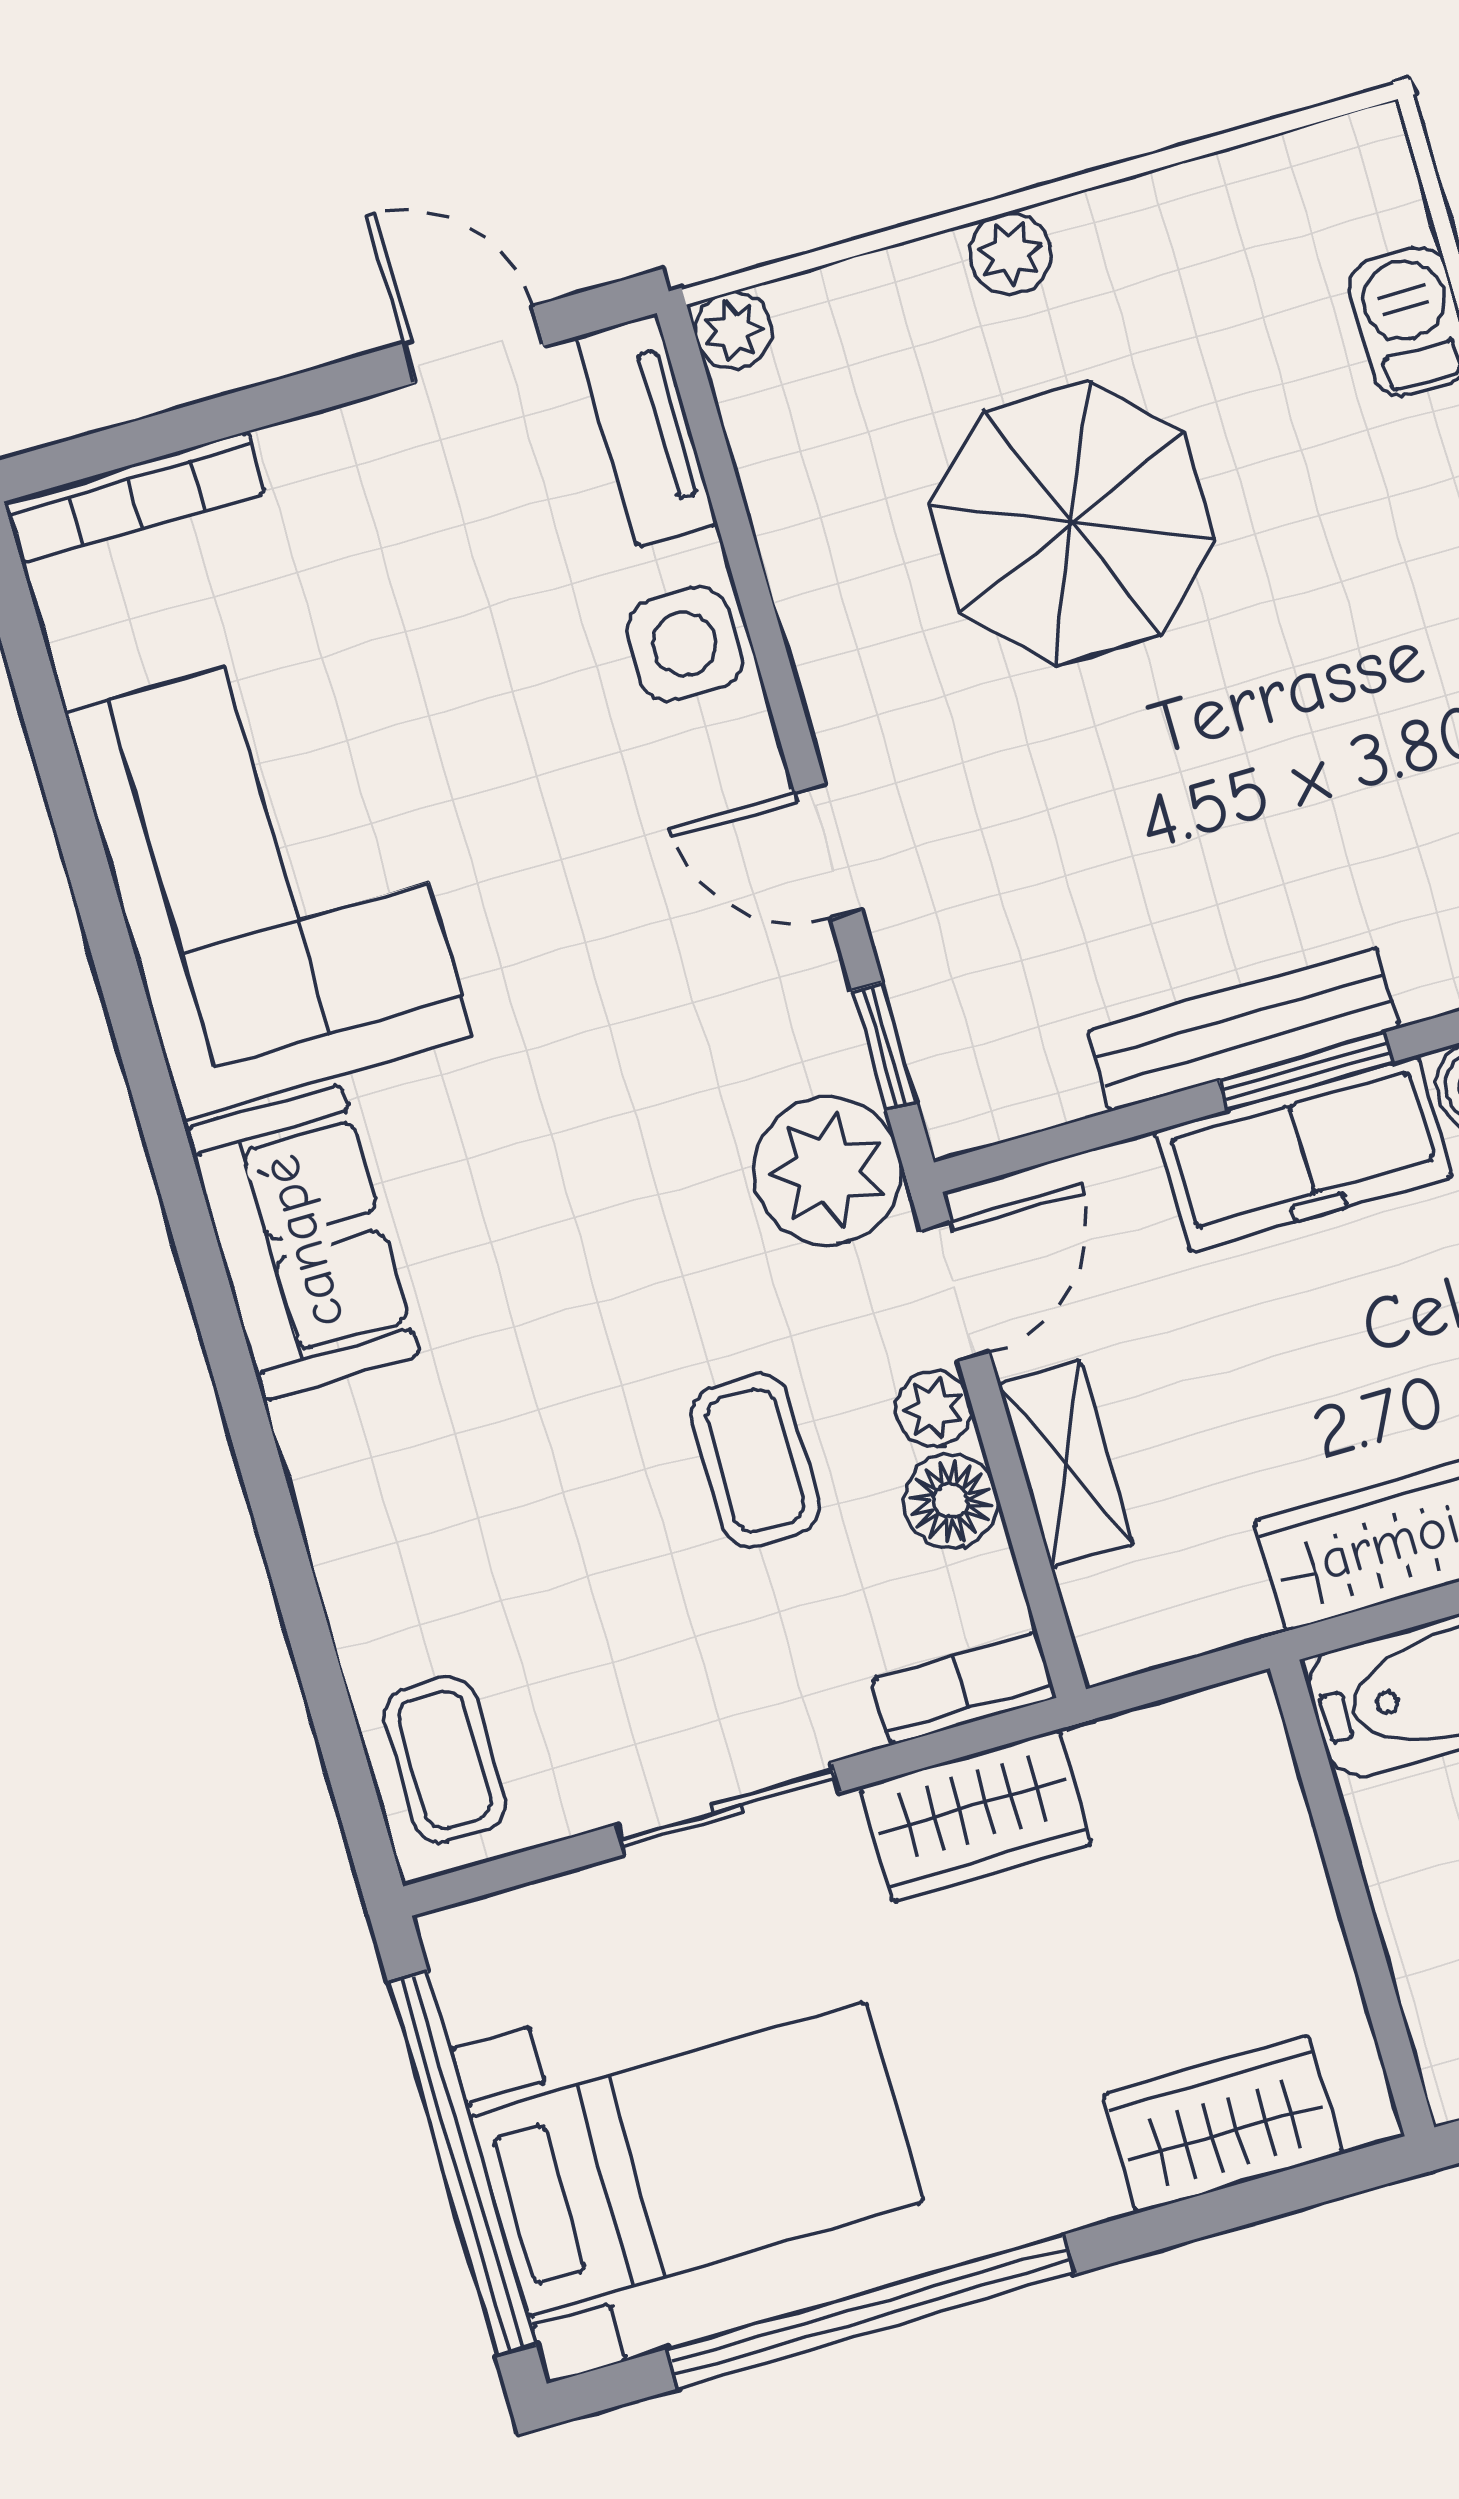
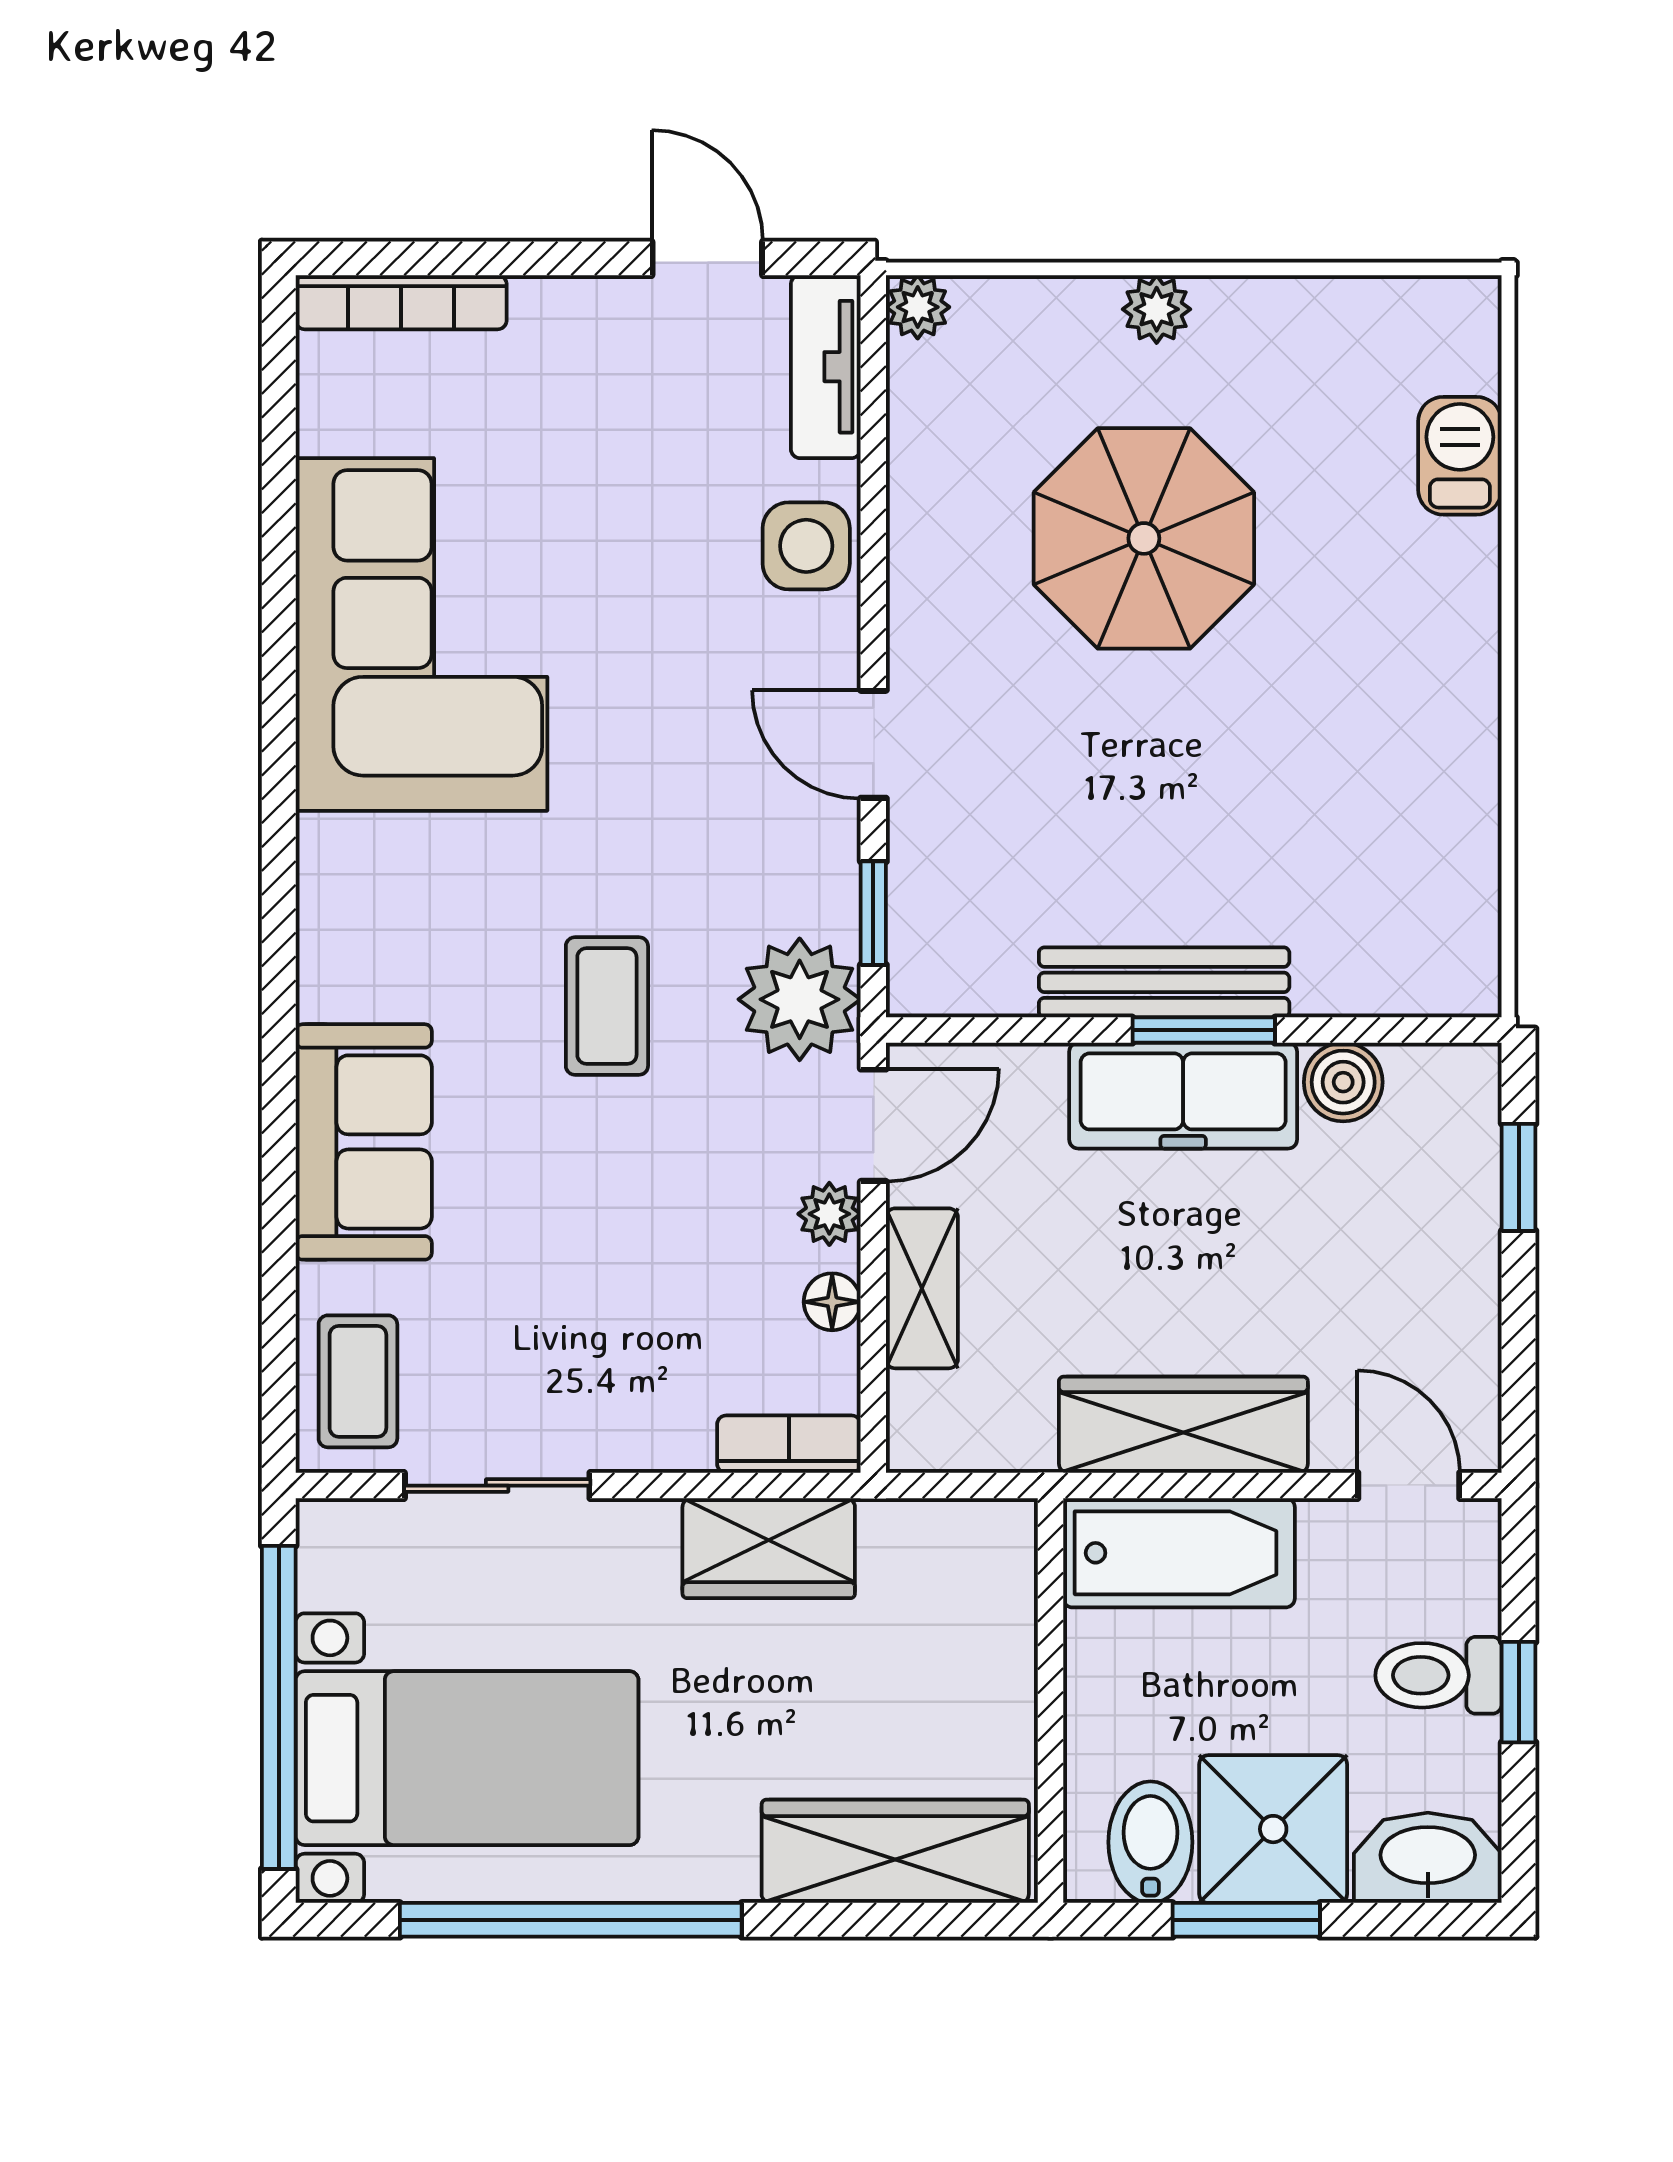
sofa: (302, 1242) -> (364, 1142), moved
coffee table: (755, 1461) -> (607, 1006), moved
floor lamp: (951, 1501) -> (832, 1302), width x0.73, depth x0.73
sliding door: (727, 1809) -> (497, 1486), moved
wardrobe: (1223, 2124) -> (895, 1851), width x1.50

